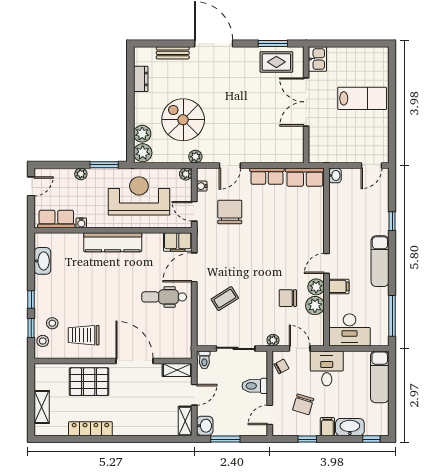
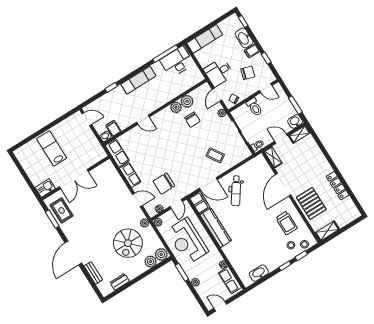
kitchen counter: (113, 242) -> (216, 228), moved
door: (327, 263) -> (143, 120), moved
filing cabinet: (339, 286) -> (113, 128), moved
dental chair: (164, 297) -> (236, 191), turned 34
desk: (350, 330) -> (177, 62), moved, turned -90
shelving: (42, 407) -> (327, 231), moved

